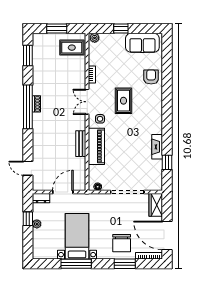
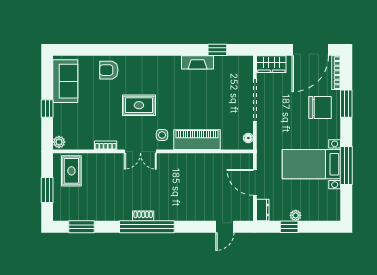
bench: (81, 144) -> (194, 159), removed

